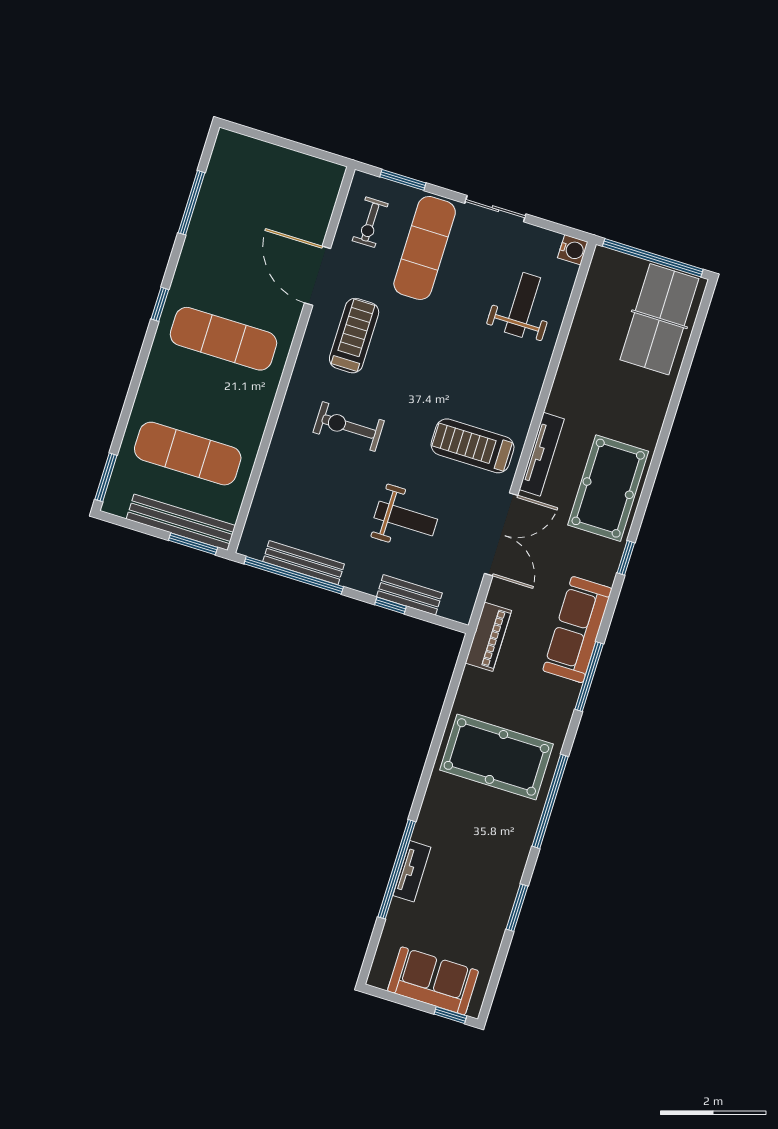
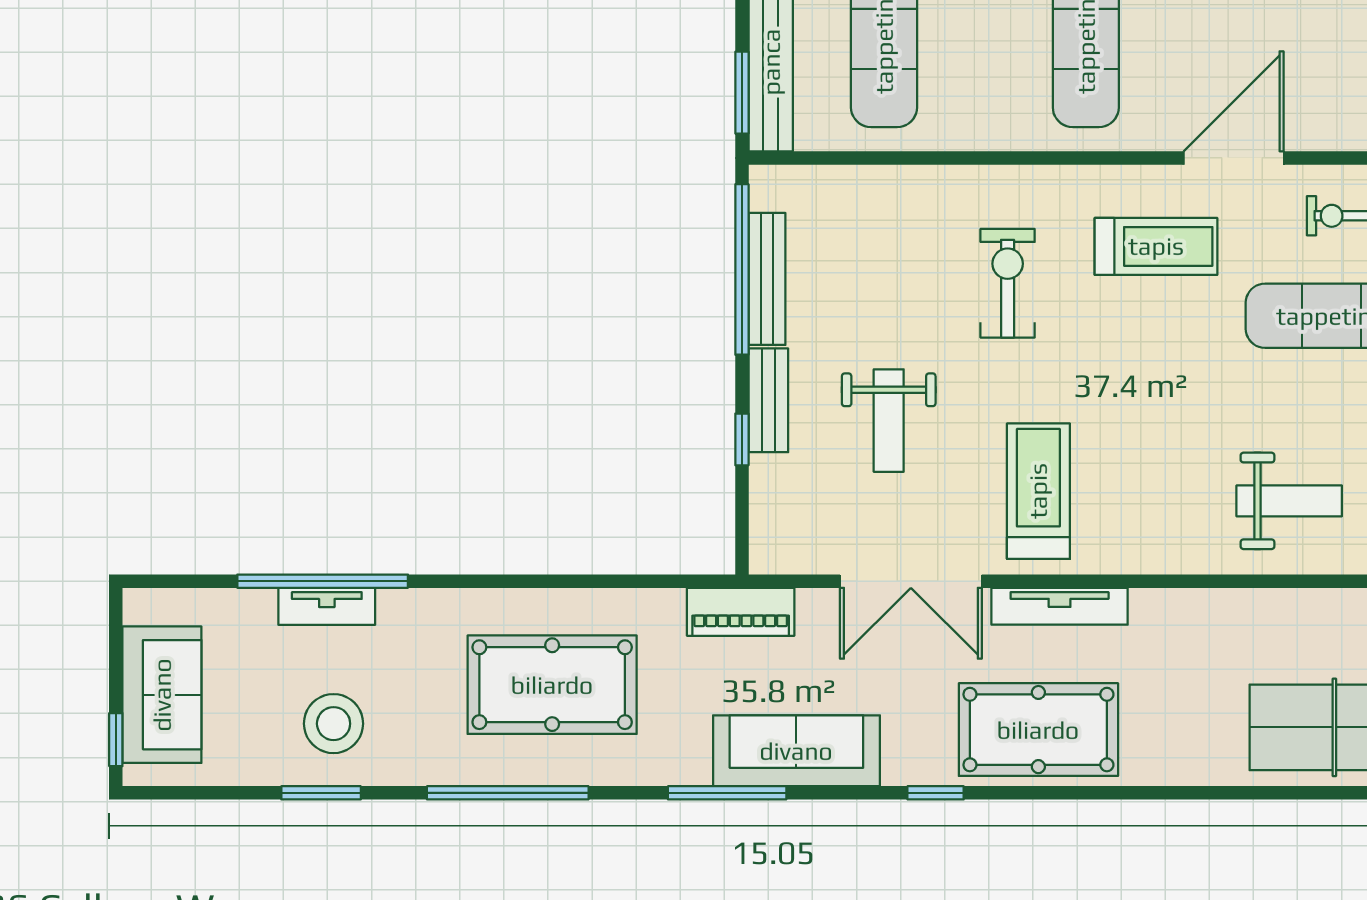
bench: (409, 595) -> (768, 400), moved
pool table: (496, 757) -> (552, 685), turned 90
stool: (480, 888) -> (334, 724), added

